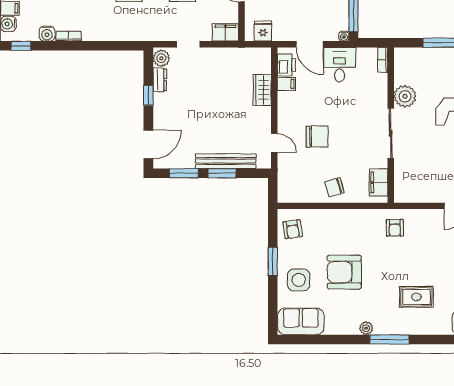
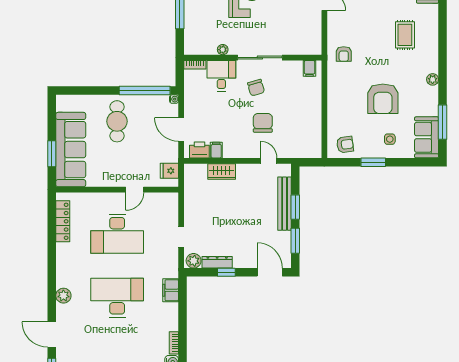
filing cabinet: (225, 32) -> (171, 290), moved
door: (310, 44) -> (181, 129), swing flipped
desk: (340, 65) -> (221, 76), moved, turned 90
dresser: (160, 80) -> (217, 262), width x1.44
plant: (405, 96) -> (223, 50), width x0.53, depth x0.53
door: (274, 143) -> (269, 161), hinge flipped
filing cabinet: (379, 182) -> (310, 68), width x0.50
chair: (335, 187) -> (256, 88), moved
armchair: (395, 228) -> (344, 54), turned 90
side table: (299, 280) -> (390, 139), width x0.54, depth x0.54
window: (389, 340) -> (443, 122), moved

